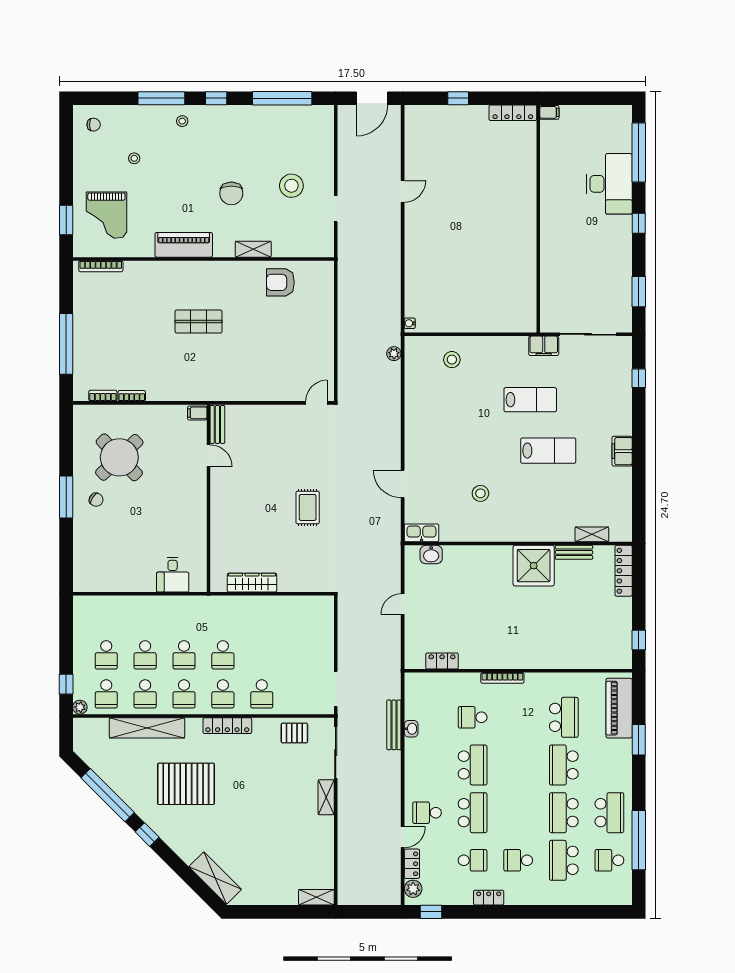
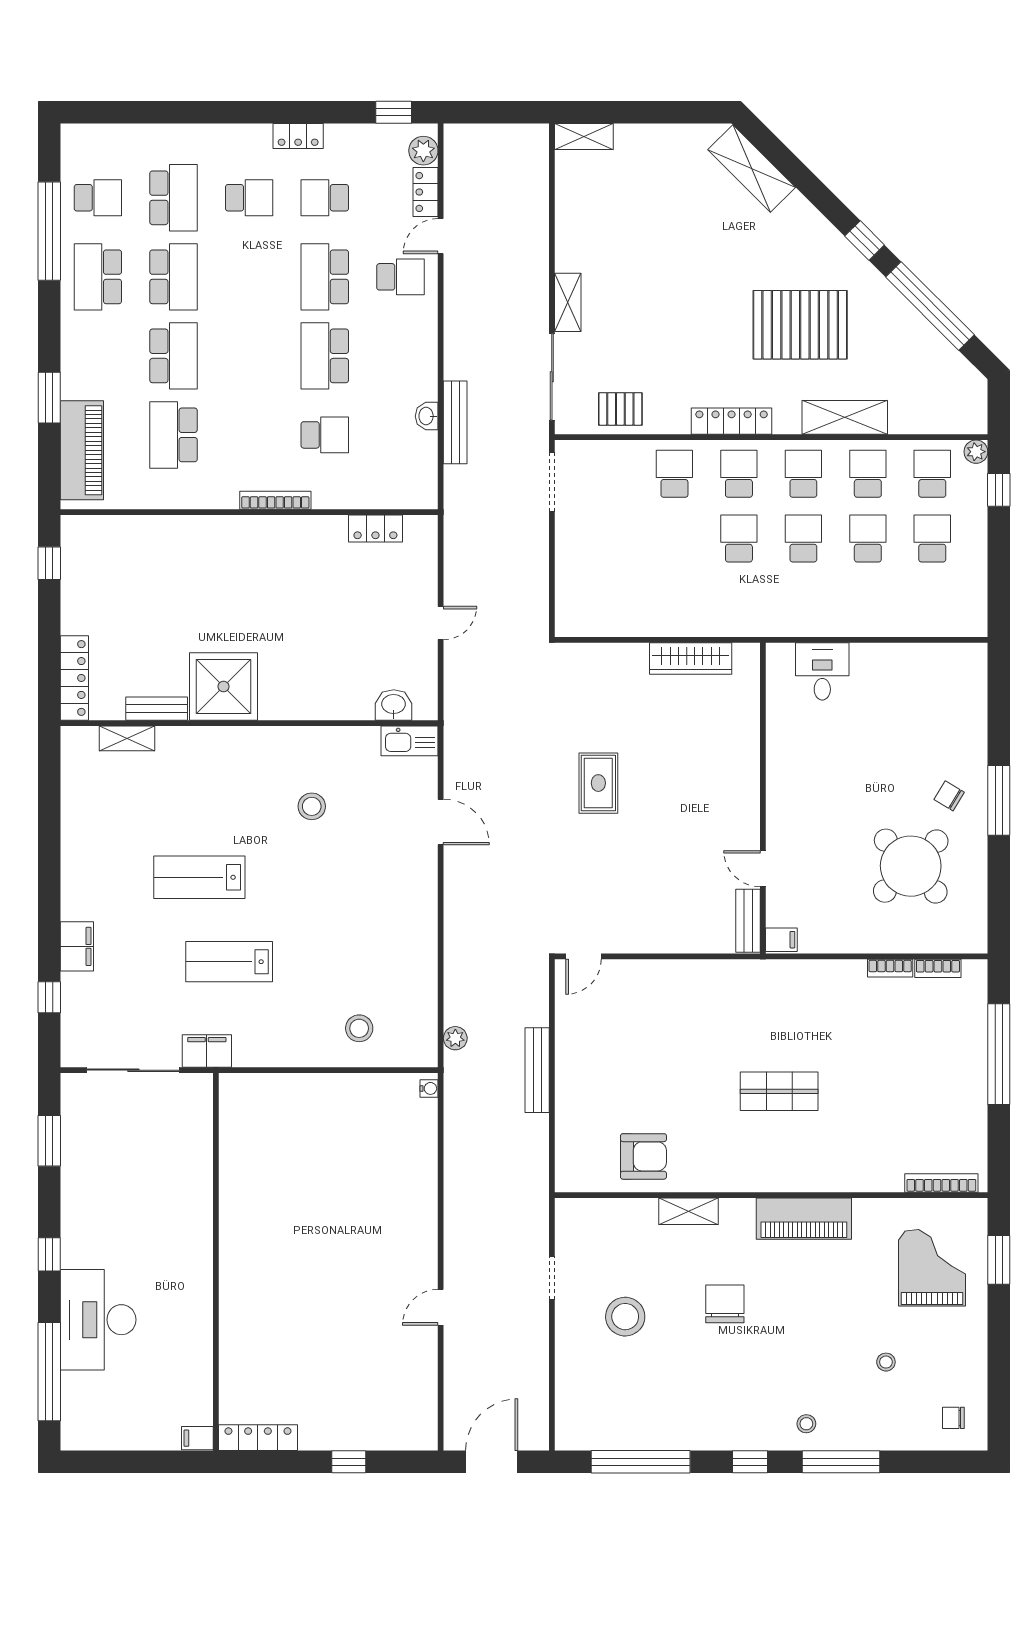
bench: (345, 334) -> (537, 1070), added
filing cabinet: (622, 451) -> (77, 946), moved
shelving: (147, 728) -> (845, 417), width x0.68

